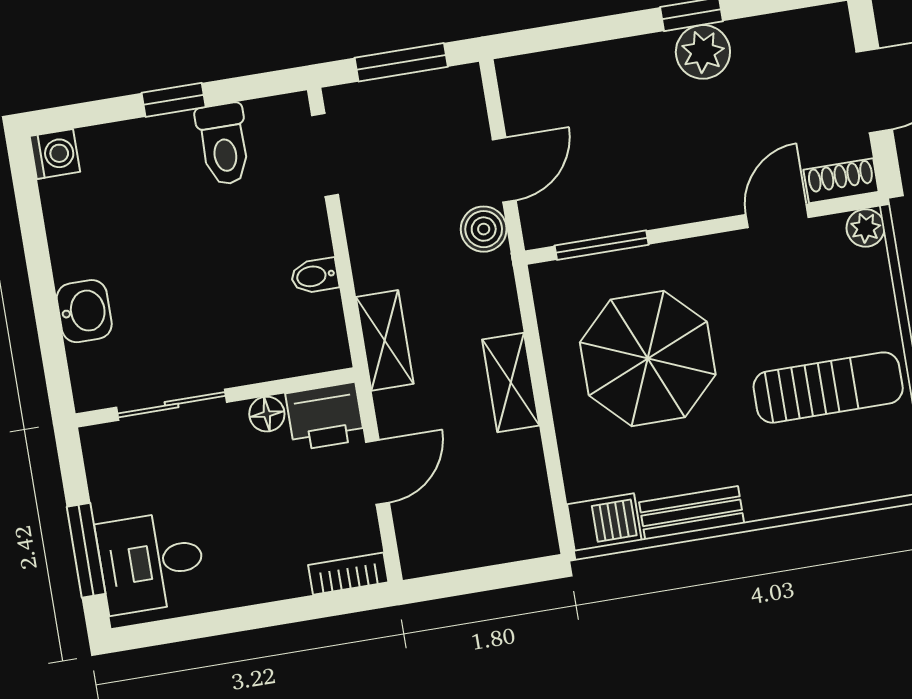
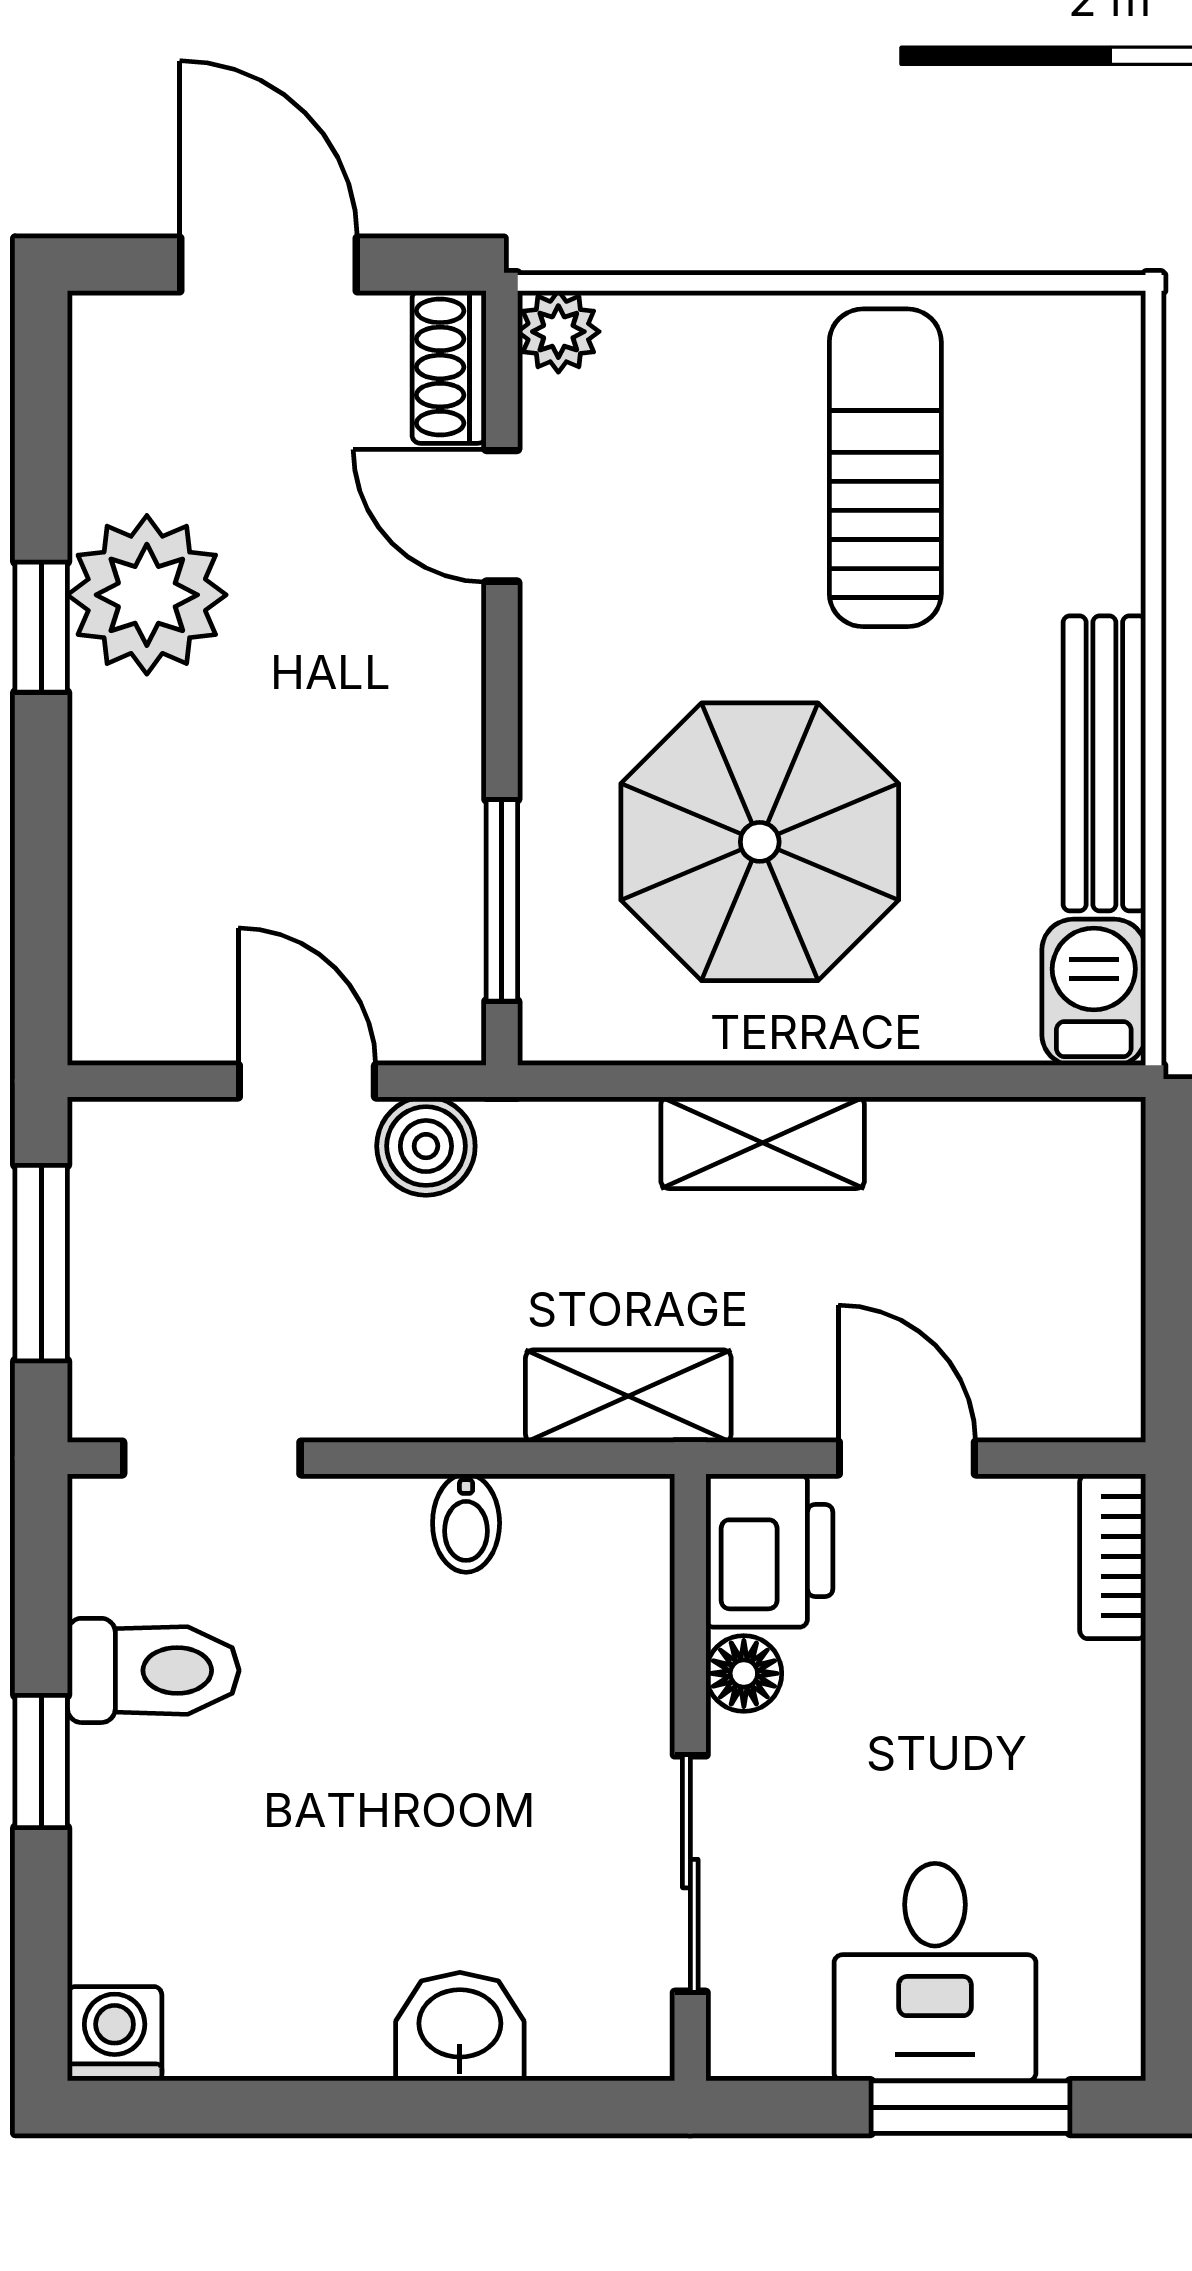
plant: (703, 52) -> (147, 595), width x1.36, depth x1.36
bench: (692, 513) -> (1104, 763), width x1.36
desk: (151, 562) -> (935, 1972), moved

